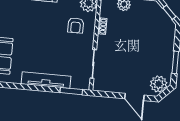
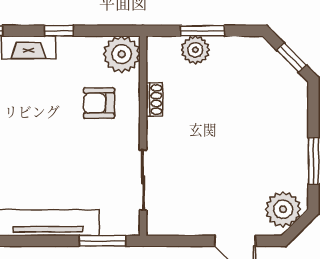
armchair: (76, 25) -> (99, 103), turned 90

